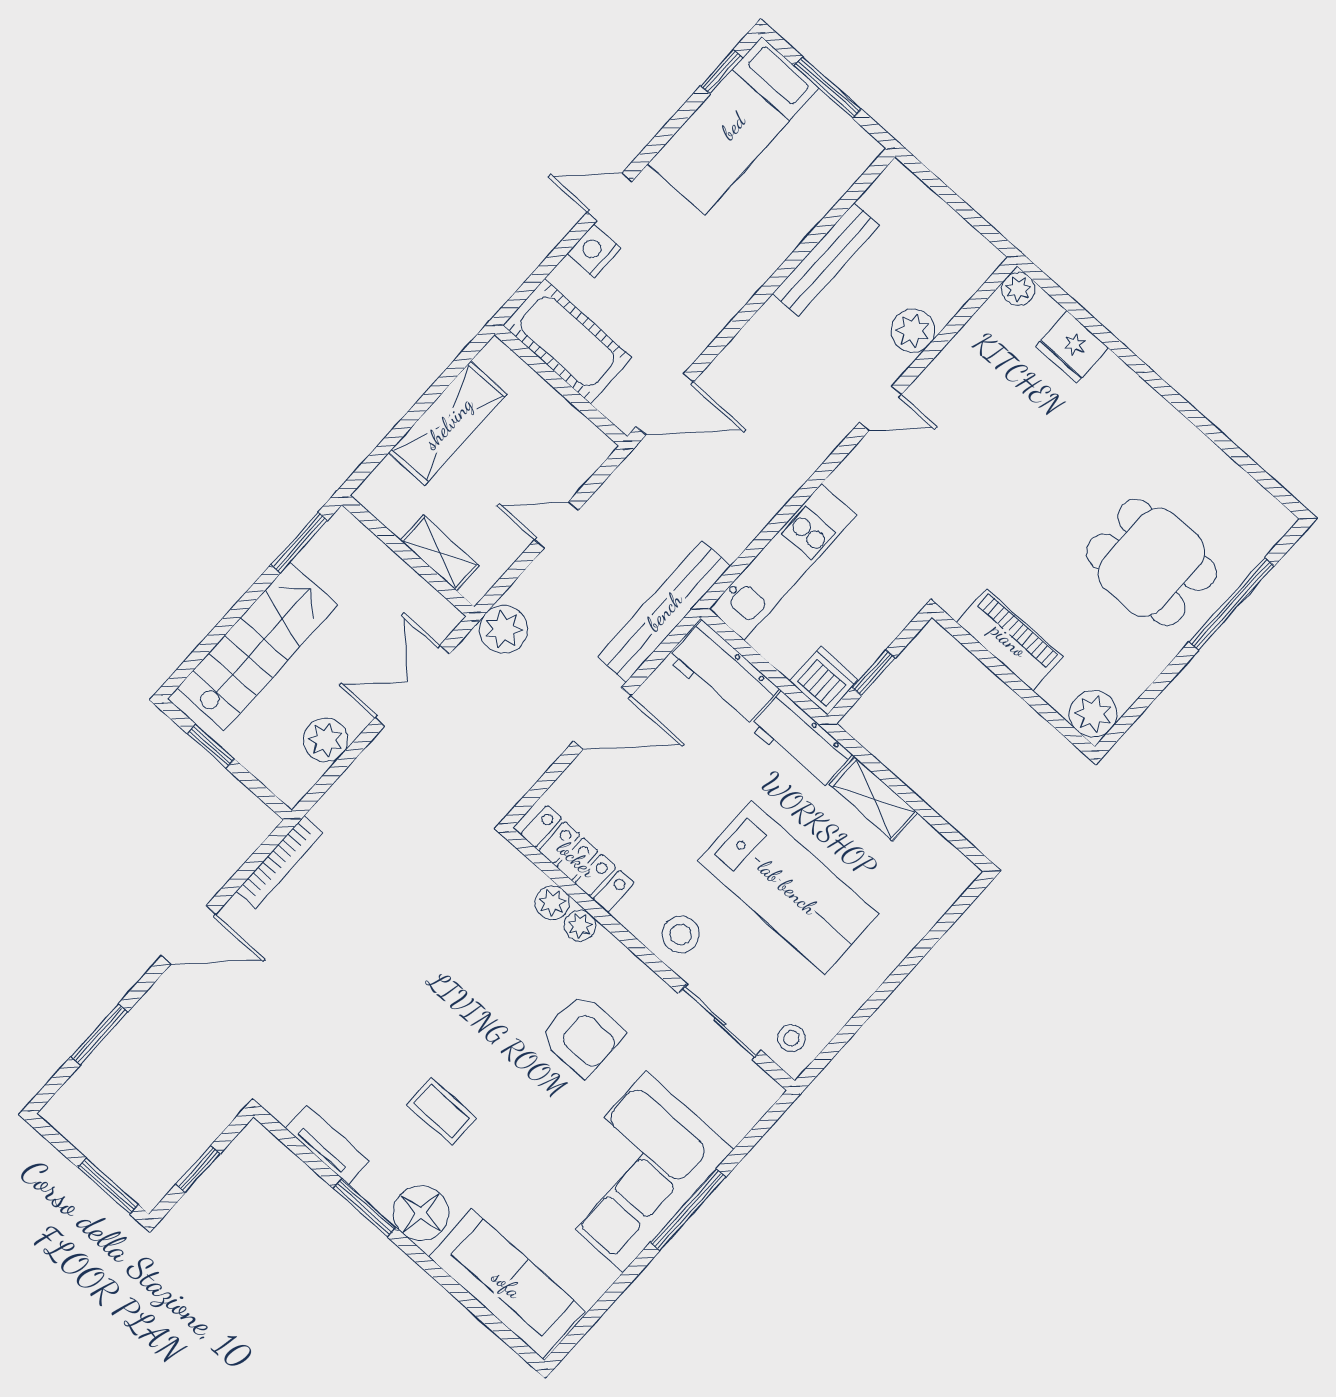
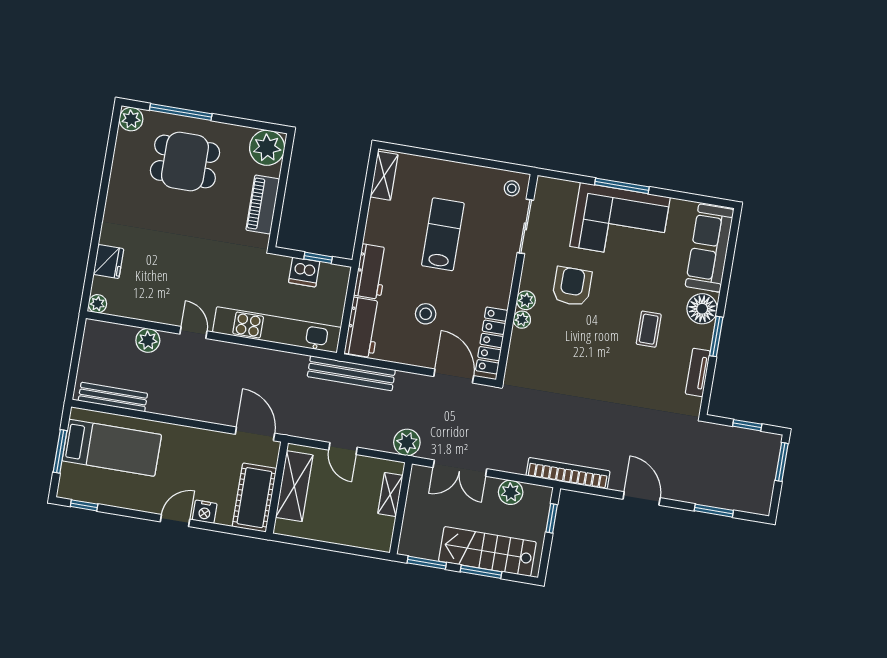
bed: (733, 126) -> (112, 448), moved
door: (610, 197) -> (175, 521), swing flipped
bench: (826, 259) -> (113, 397), moved
shelving: (448, 423) -> (294, 486), moved, turned 90
plant: (1269, 521) -> (131, 119), added
kitchen unit: (783, 562) -> (277, 330), width x1.36
dining table: (1151, 562) -> (185, 161), turned 90
window: (232, 617) -> (481, 572), added
dishwasher: (824, 681) -> (304, 272), moved, turned -90
plant: (1093, 714) -> (267, 148), width x1.36, depth x1.36
door: (602, 719) -> (454, 376), moved
window: (211, 746) -> (552, 518), moved
shelving: (874, 799) -> (384, 176), moved
bookcase: (280, 862) -> (568, 473), width x1.48, depth x1.31
lab bench: (788, 887) -> (443, 234), width x0.73, depth x0.72
plant: (552, 903) -> (526, 300), moved
stool: (681, 934) -> (426, 314), moved

